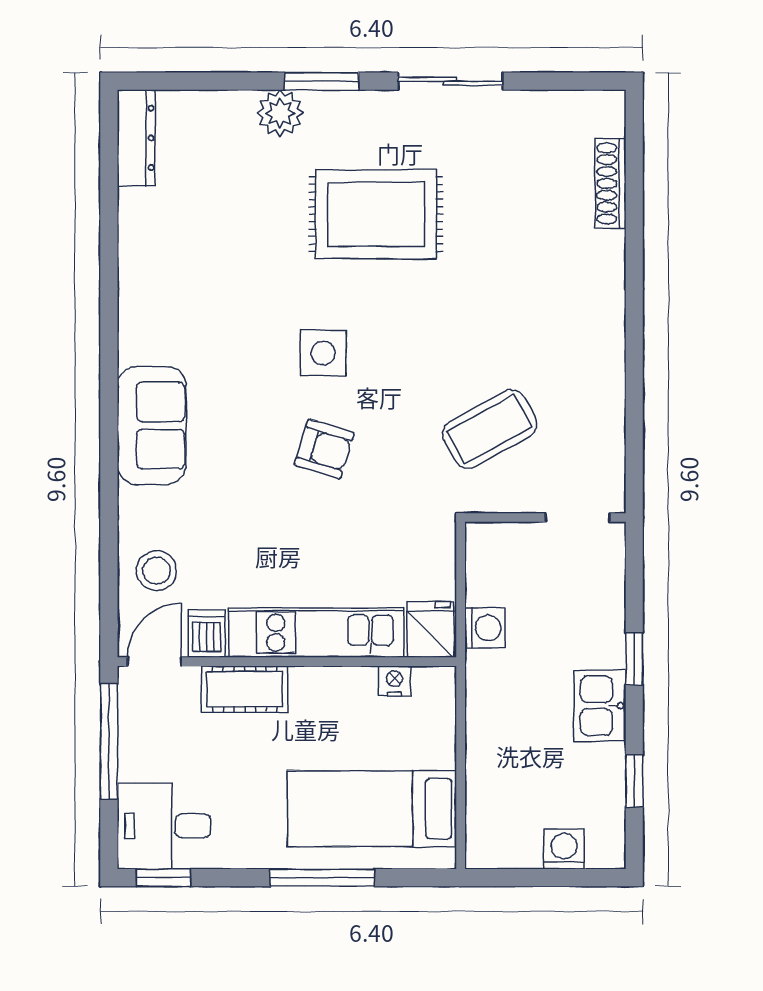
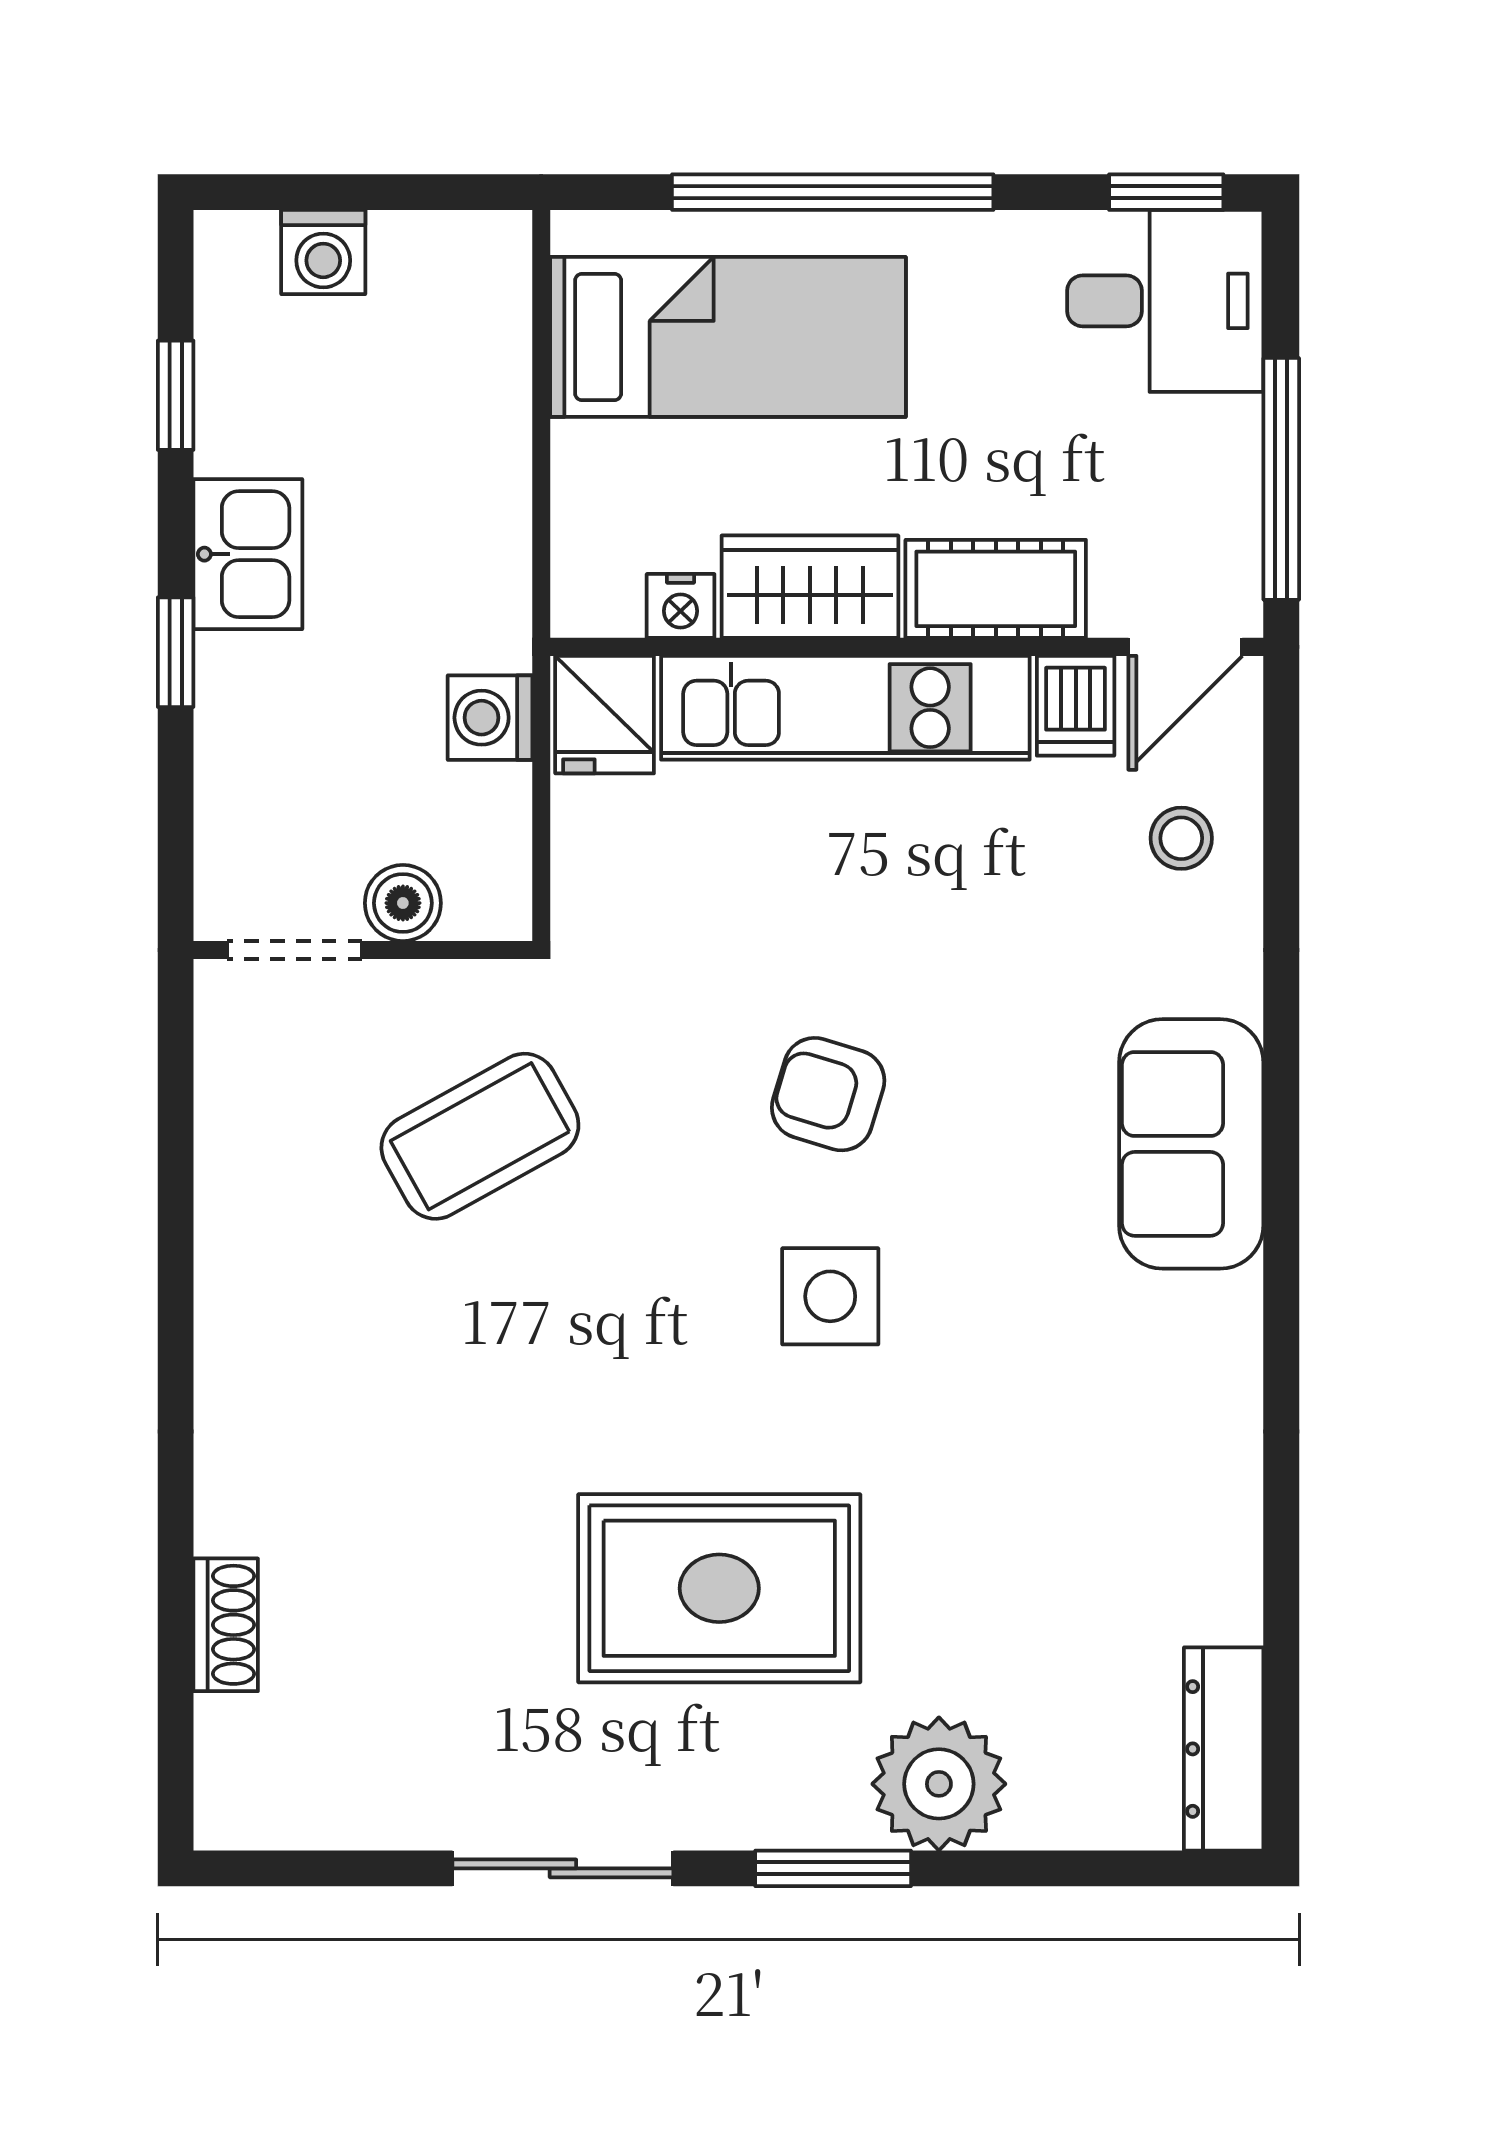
plant: (280, 113) -> (939, 1784), width x1.36, depth x1.36
shoe rack: (610, 183) -> (226, 1625), width x0.70
boiler: (526, 540) -> (403, 903), added
stool: (156, 571) -> (1181, 838), width x0.73, depth x0.73
wardrobe: (333, 690) -> (810, 587), added
window: (322, 878) -> (833, 192), width x1.46

